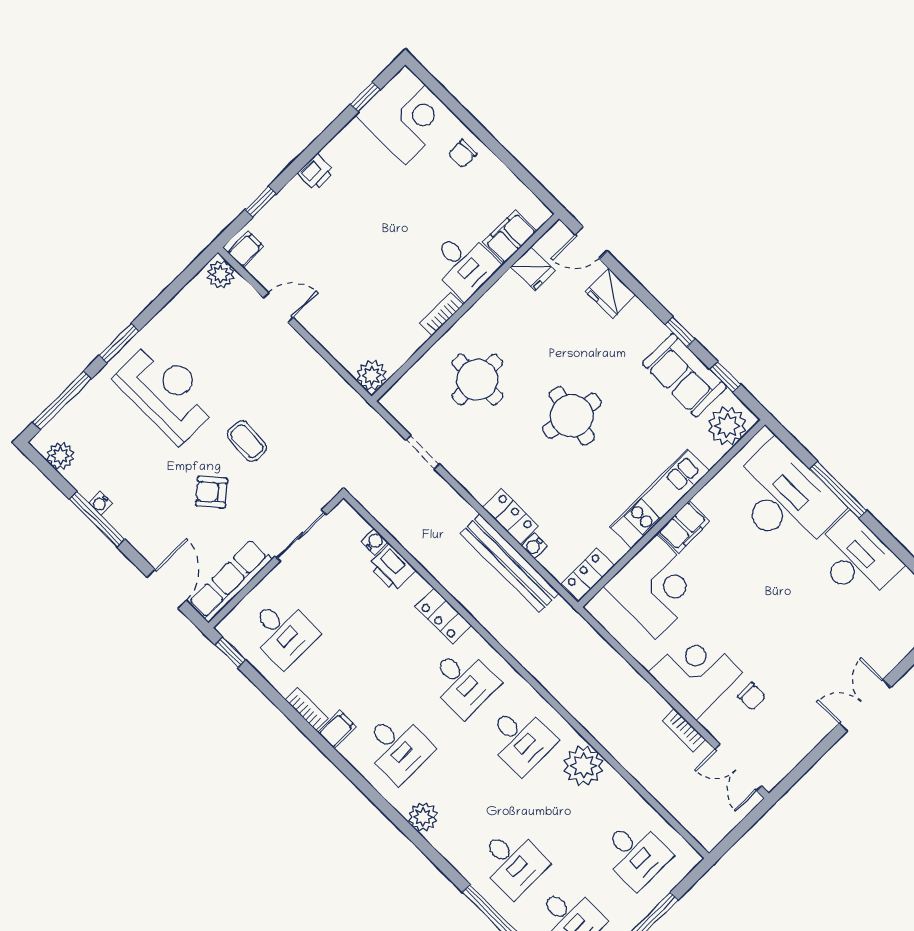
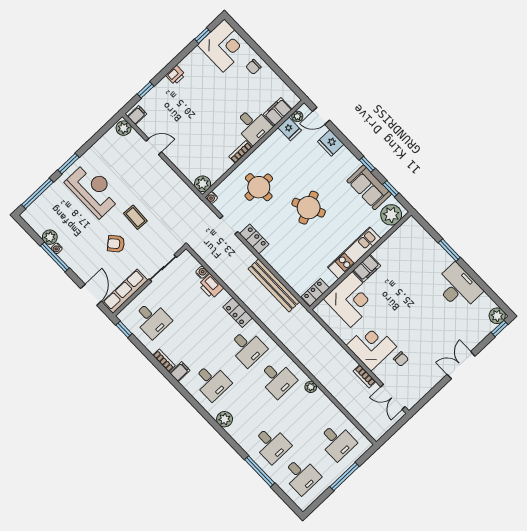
plant: (547, 245) -> (297, 116), added
round table: (572, 416) -> (309, 208), turned -35
plant: (60, 456) -> (50, 237), moved
window: (838, 490) -> (449, 250), width x0.69
desk: (784, 499) -> (421, 254), removed
locker: (510, 516) -> (254, 239), moved
water cooler: (534, 546) -> (212, 198), moved
plant: (583, 766) -> (311, 387), width x0.53, depth x0.53

